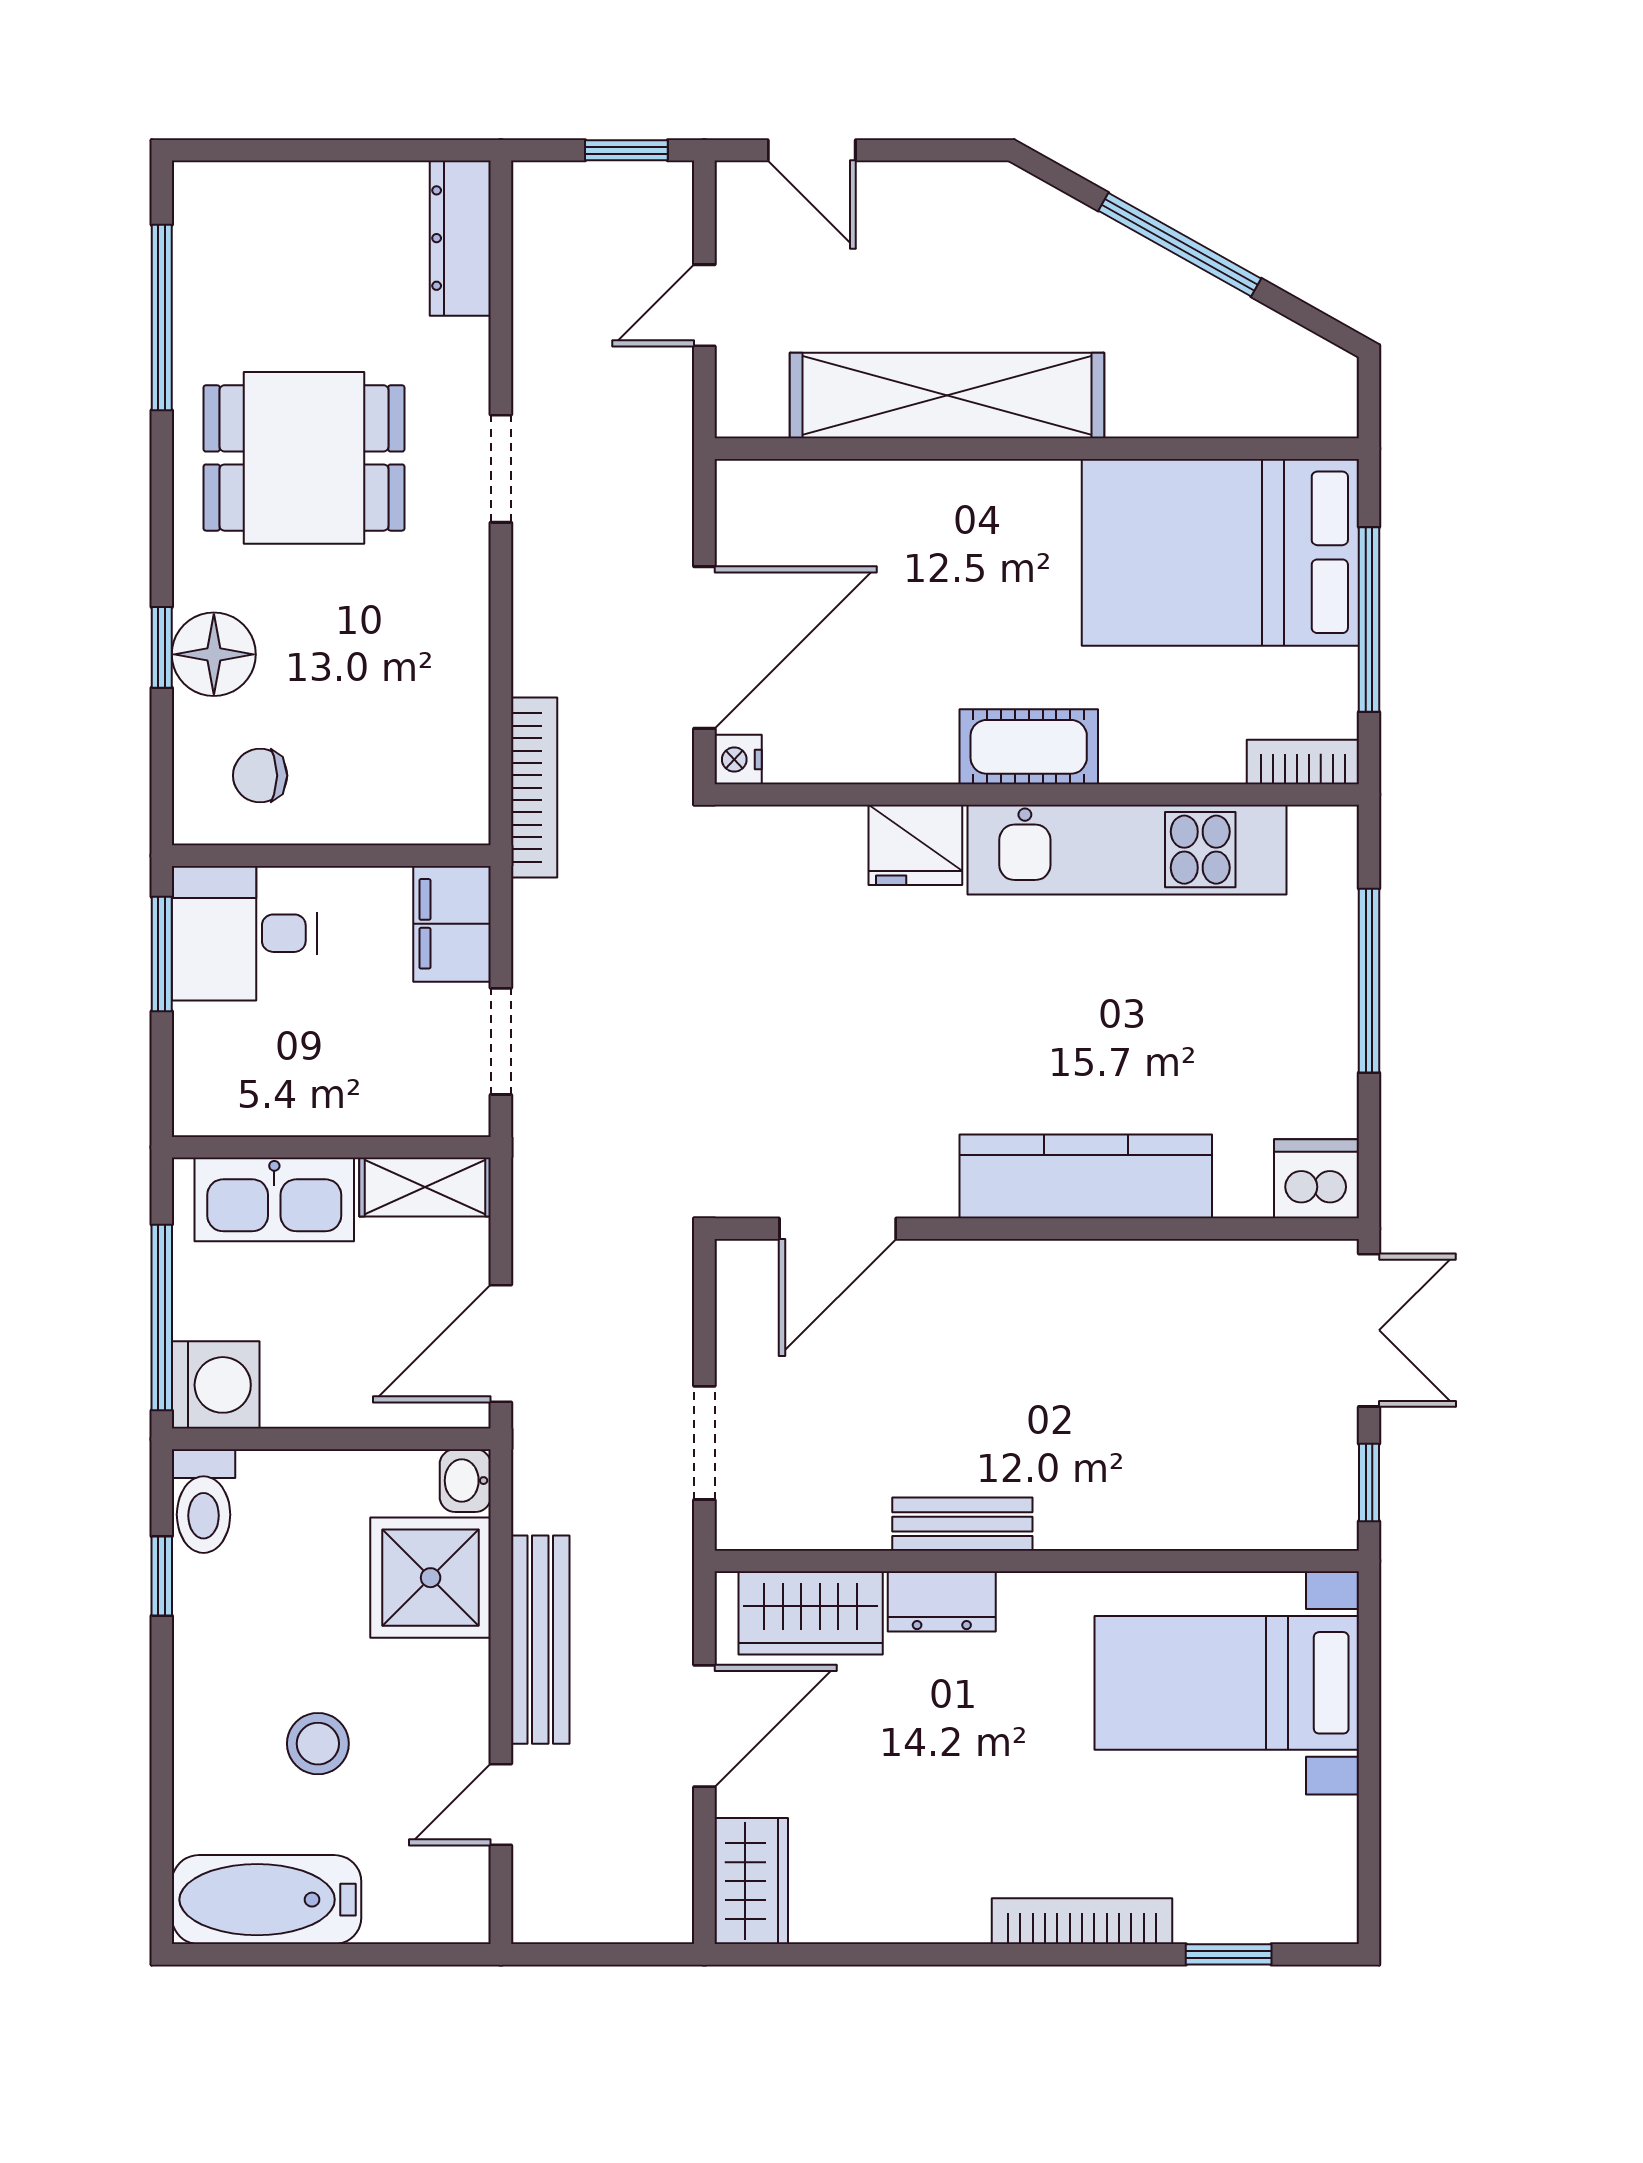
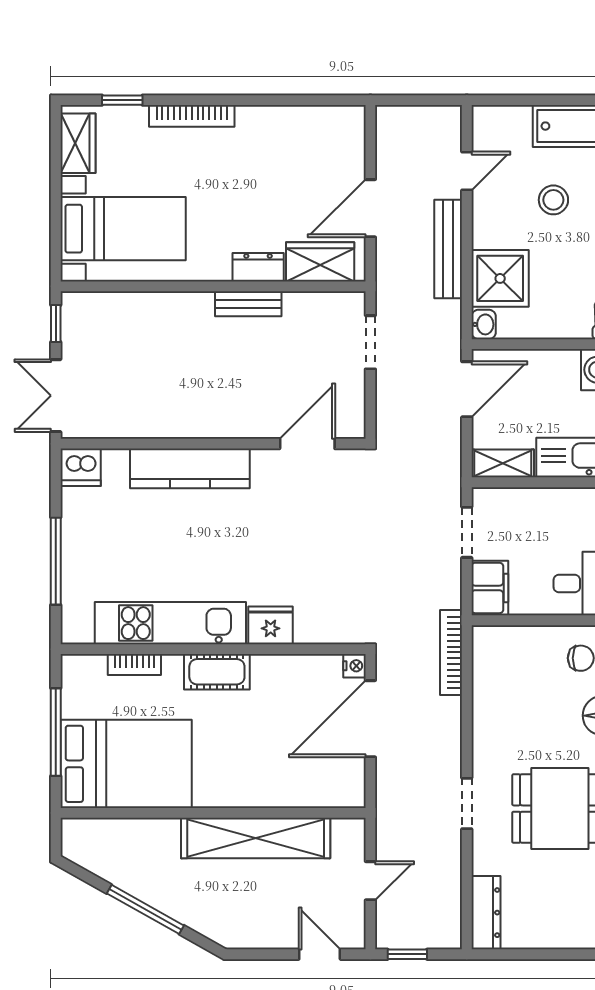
bookcase: (1303, 762) -> (134, 665), moved
wardrobe: (751, 1881) -> (78, 143), moved, turned 180

